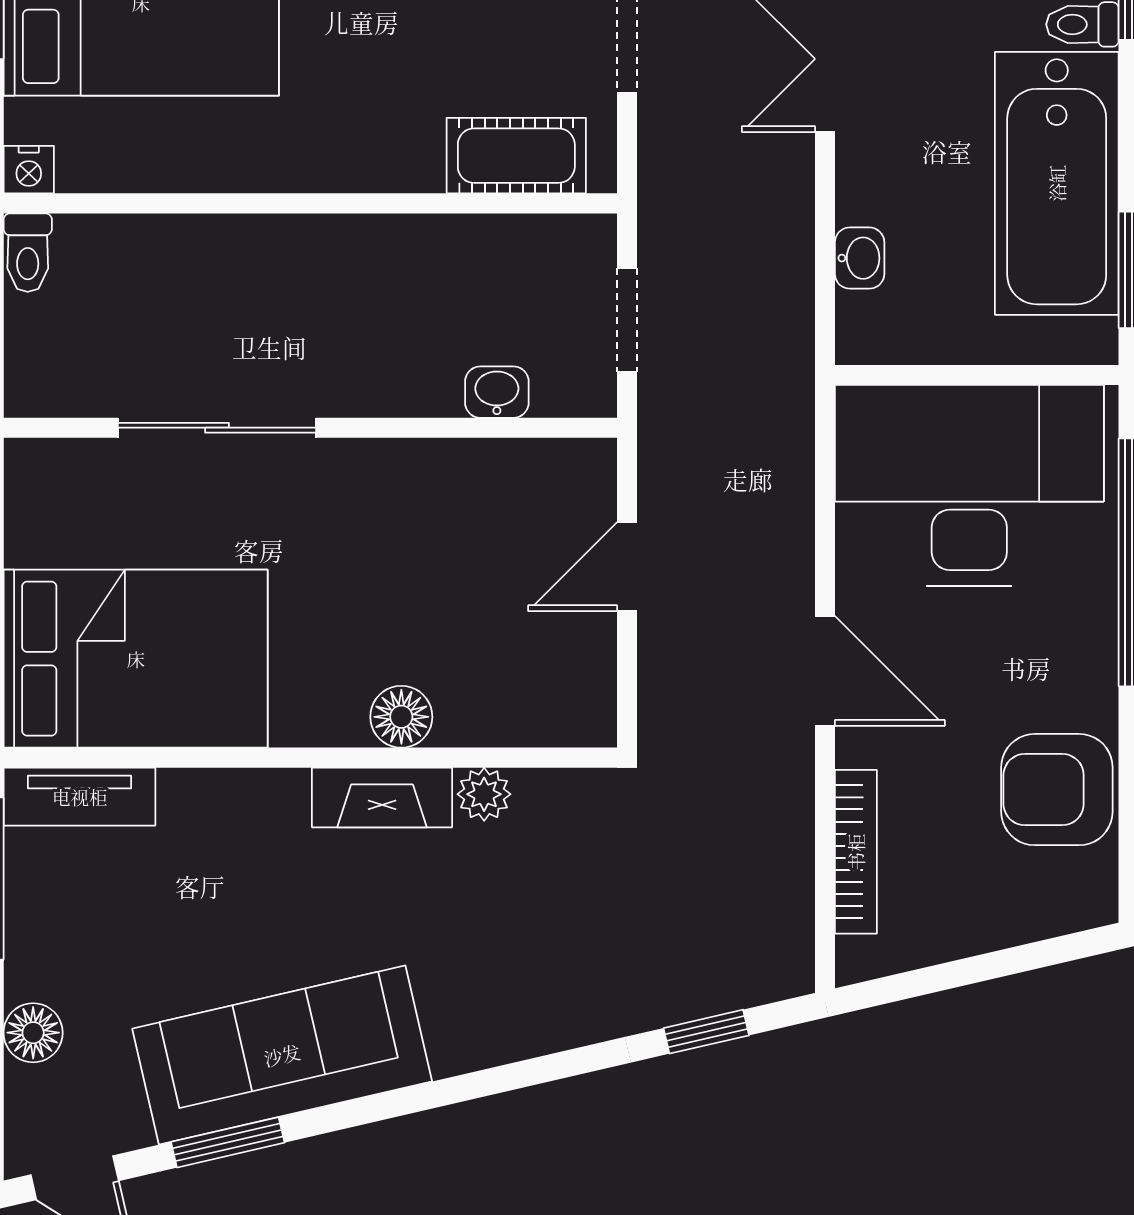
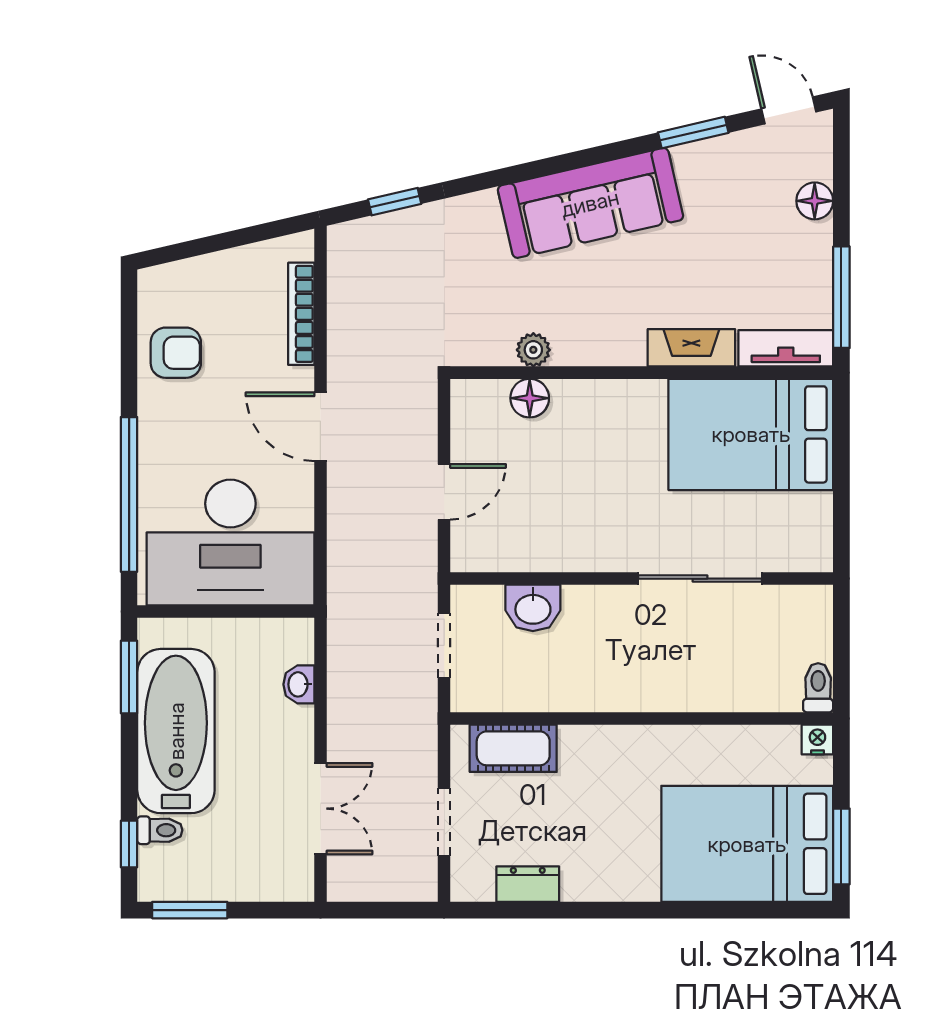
washbasin: (497, 392) -> (533, 608), width x1.38, depth x1.45
floor lamp: (401, 717) -> (530, 398), moved
armchair: (1057, 790) -> (176, 353), width x0.72, depth x0.72
fireplace: (382, 797) -> (691, 348), moved
sofa: (282, 1055) -> (590, 203), moved

